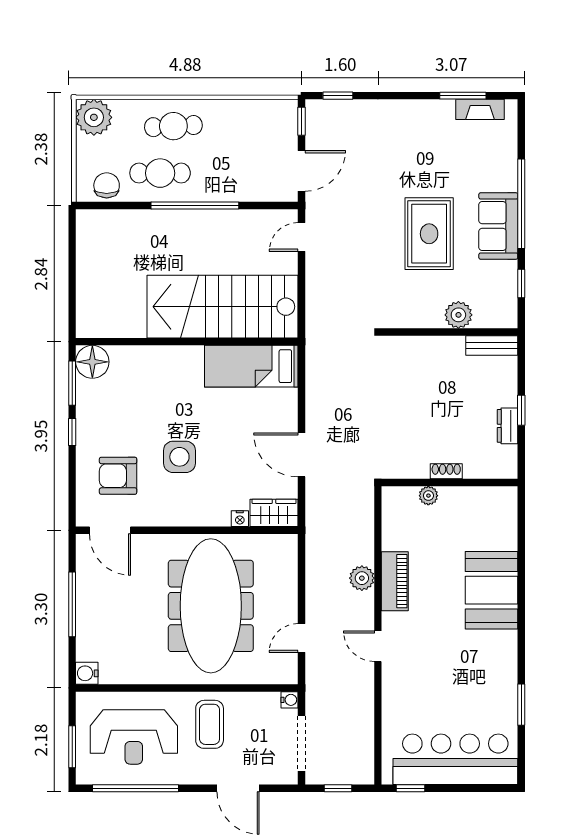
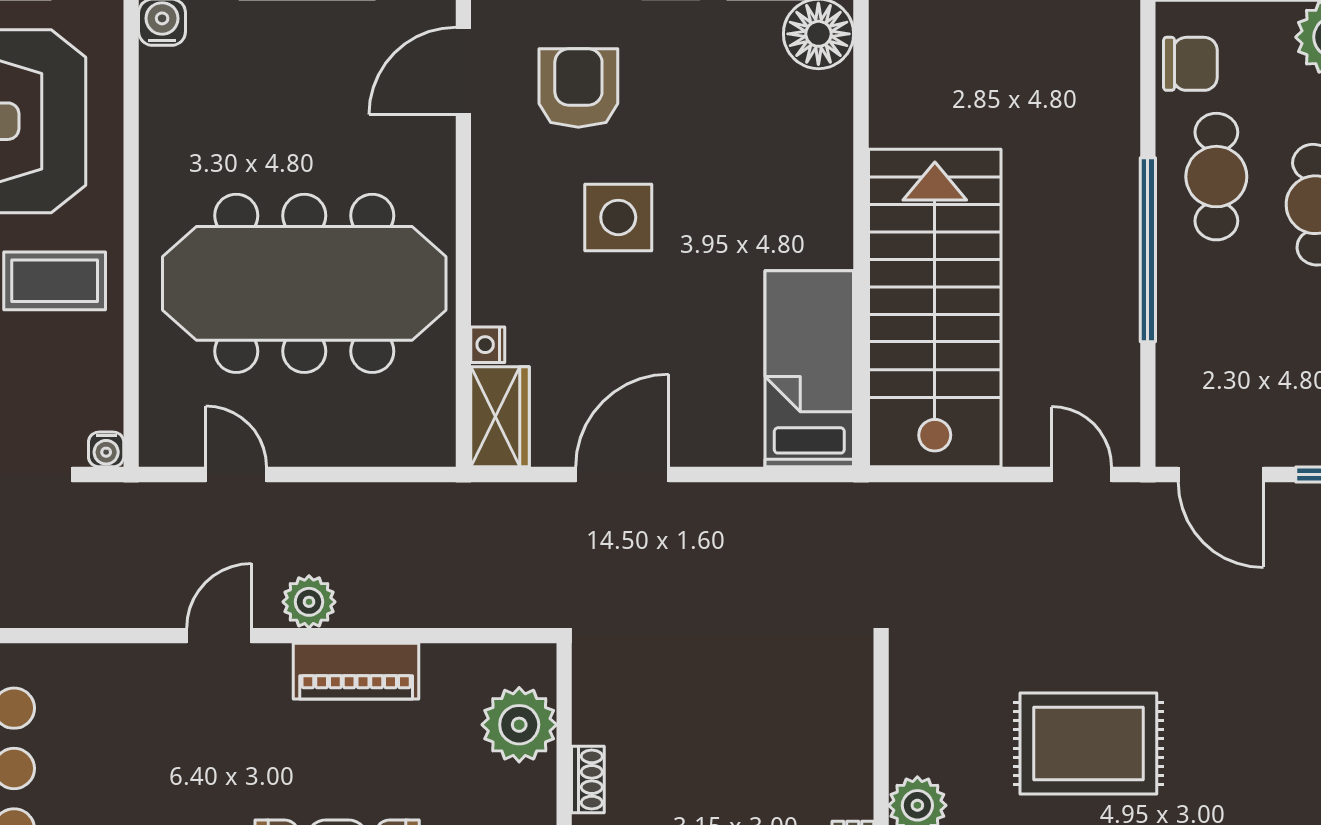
plant: (428, 496) -> (519, 725), width x1.88, depth x1.88
plant: (362, 578) -> (309, 602), moved

